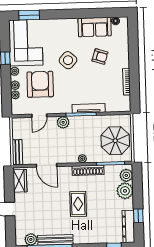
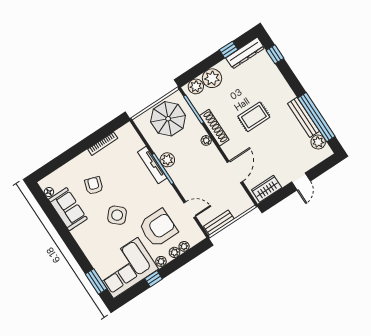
armchair: (40, 84) -> (158, 228), turned 180
plant: (63, 122) -> (167, 160), moved
bench: (17, 152) -> (219, 223), moved

